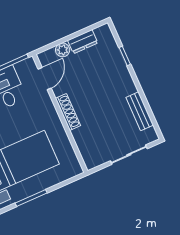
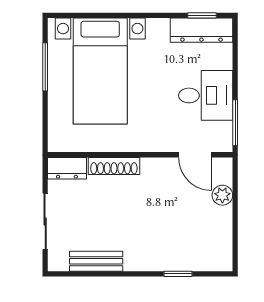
dresser: (83, 42) -> (67, 168), moved, turned -90
shoe rack: (68, 112) -> (114, 166), moved

